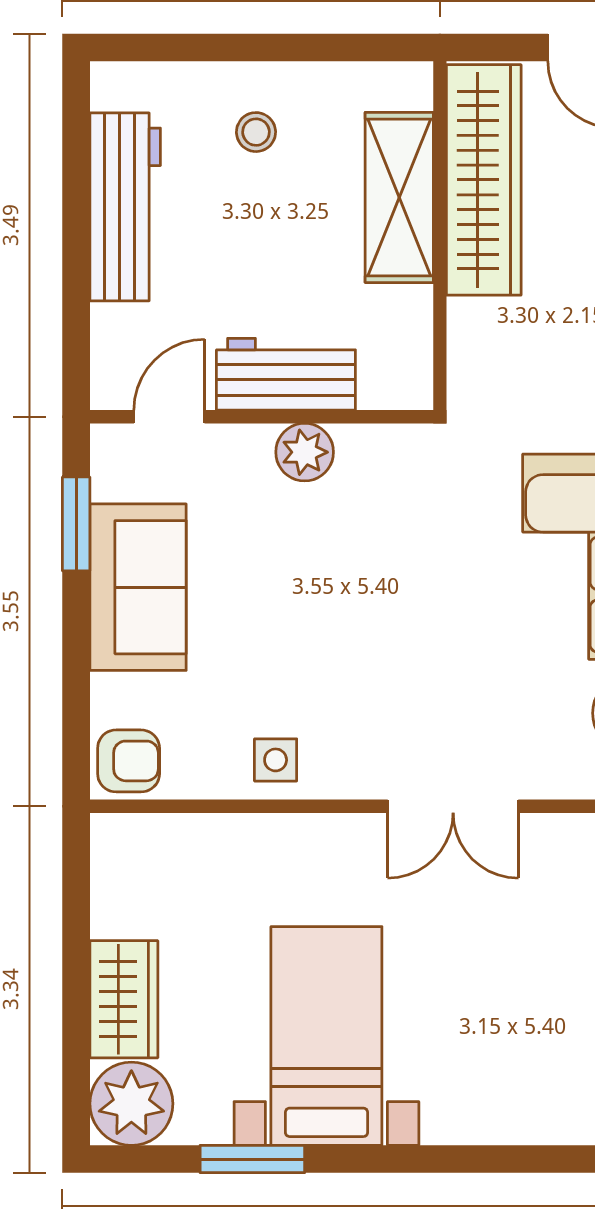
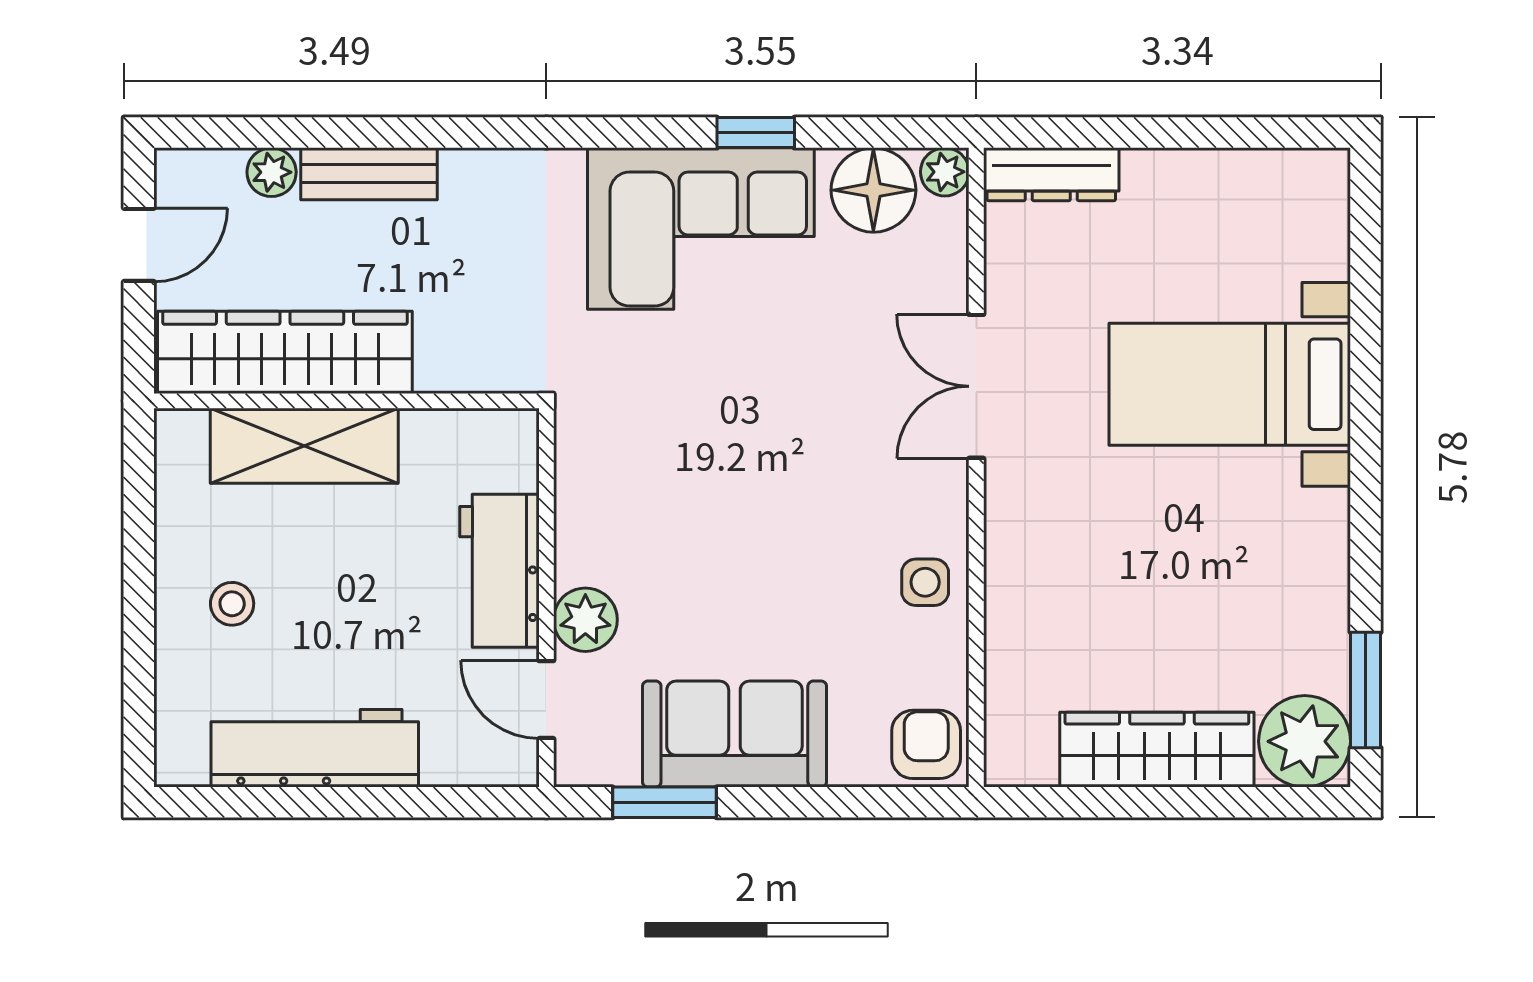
plant: (305, 452) -> (585, 620), moved
double door: (453, 806) -> (976, 386), swing flipped
wardrobe: (124, 999) -> (1157, 750), width x1.50
bed with nightstands: (326, 1036) -> (1230, 384), moved
window: (252, 1159) -> (1366, 690), moved

